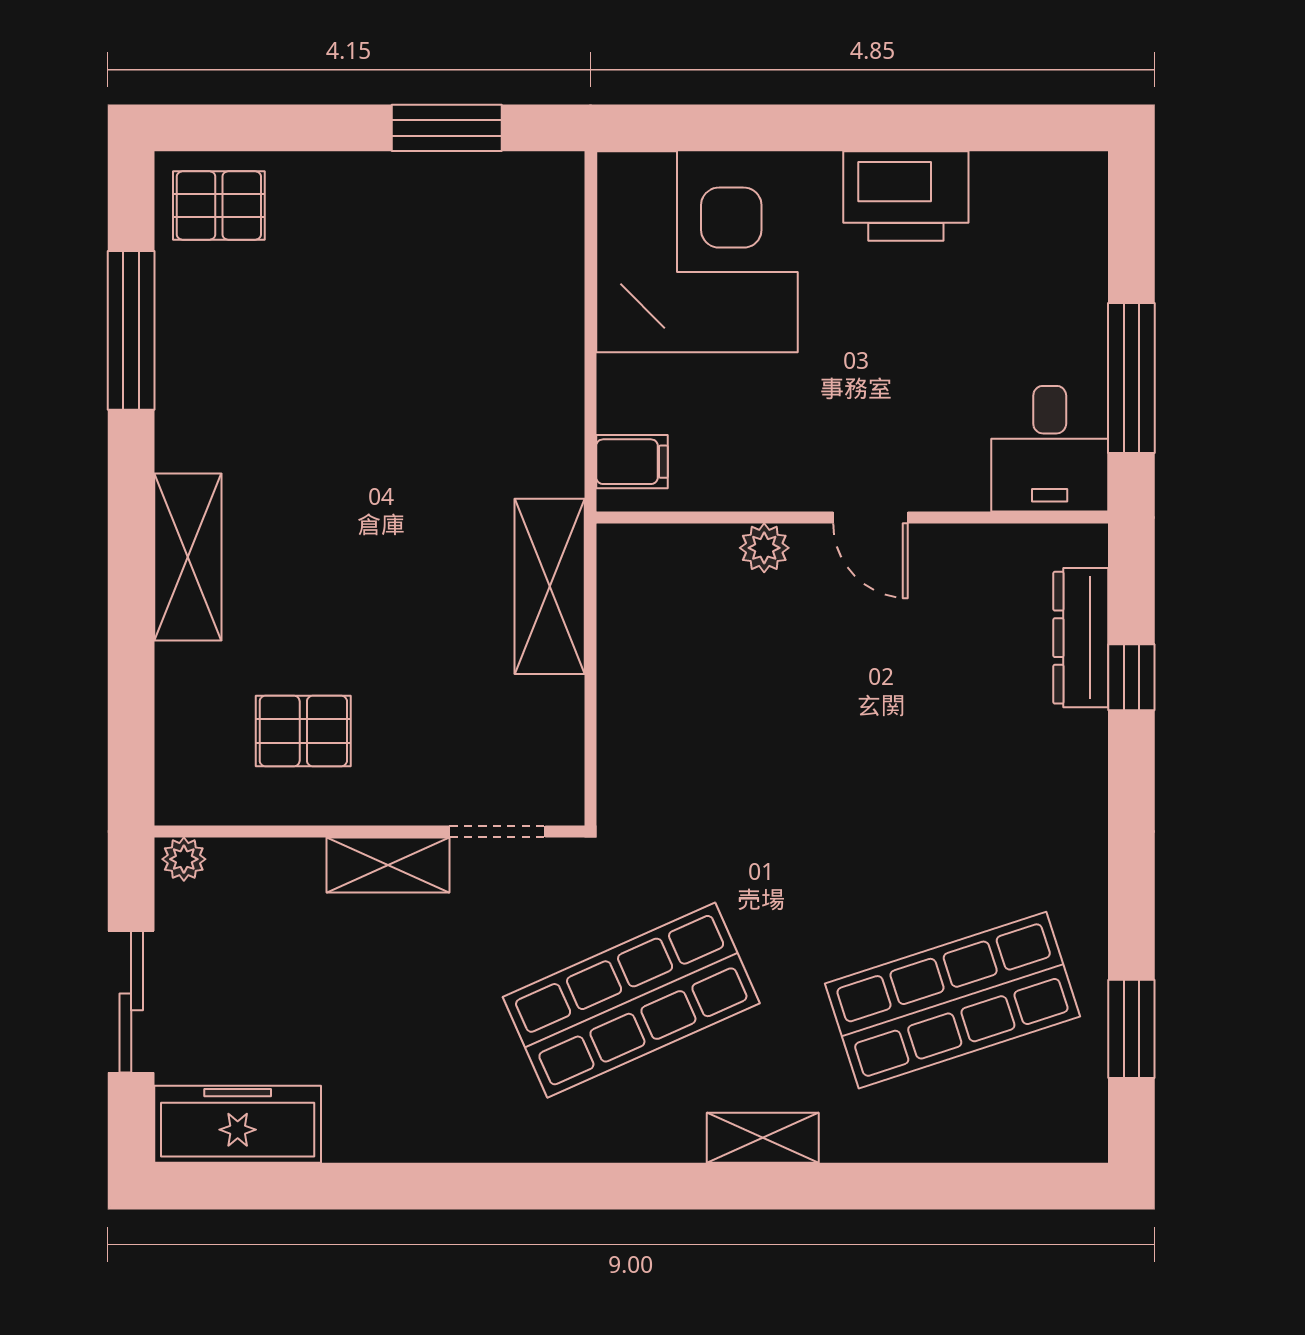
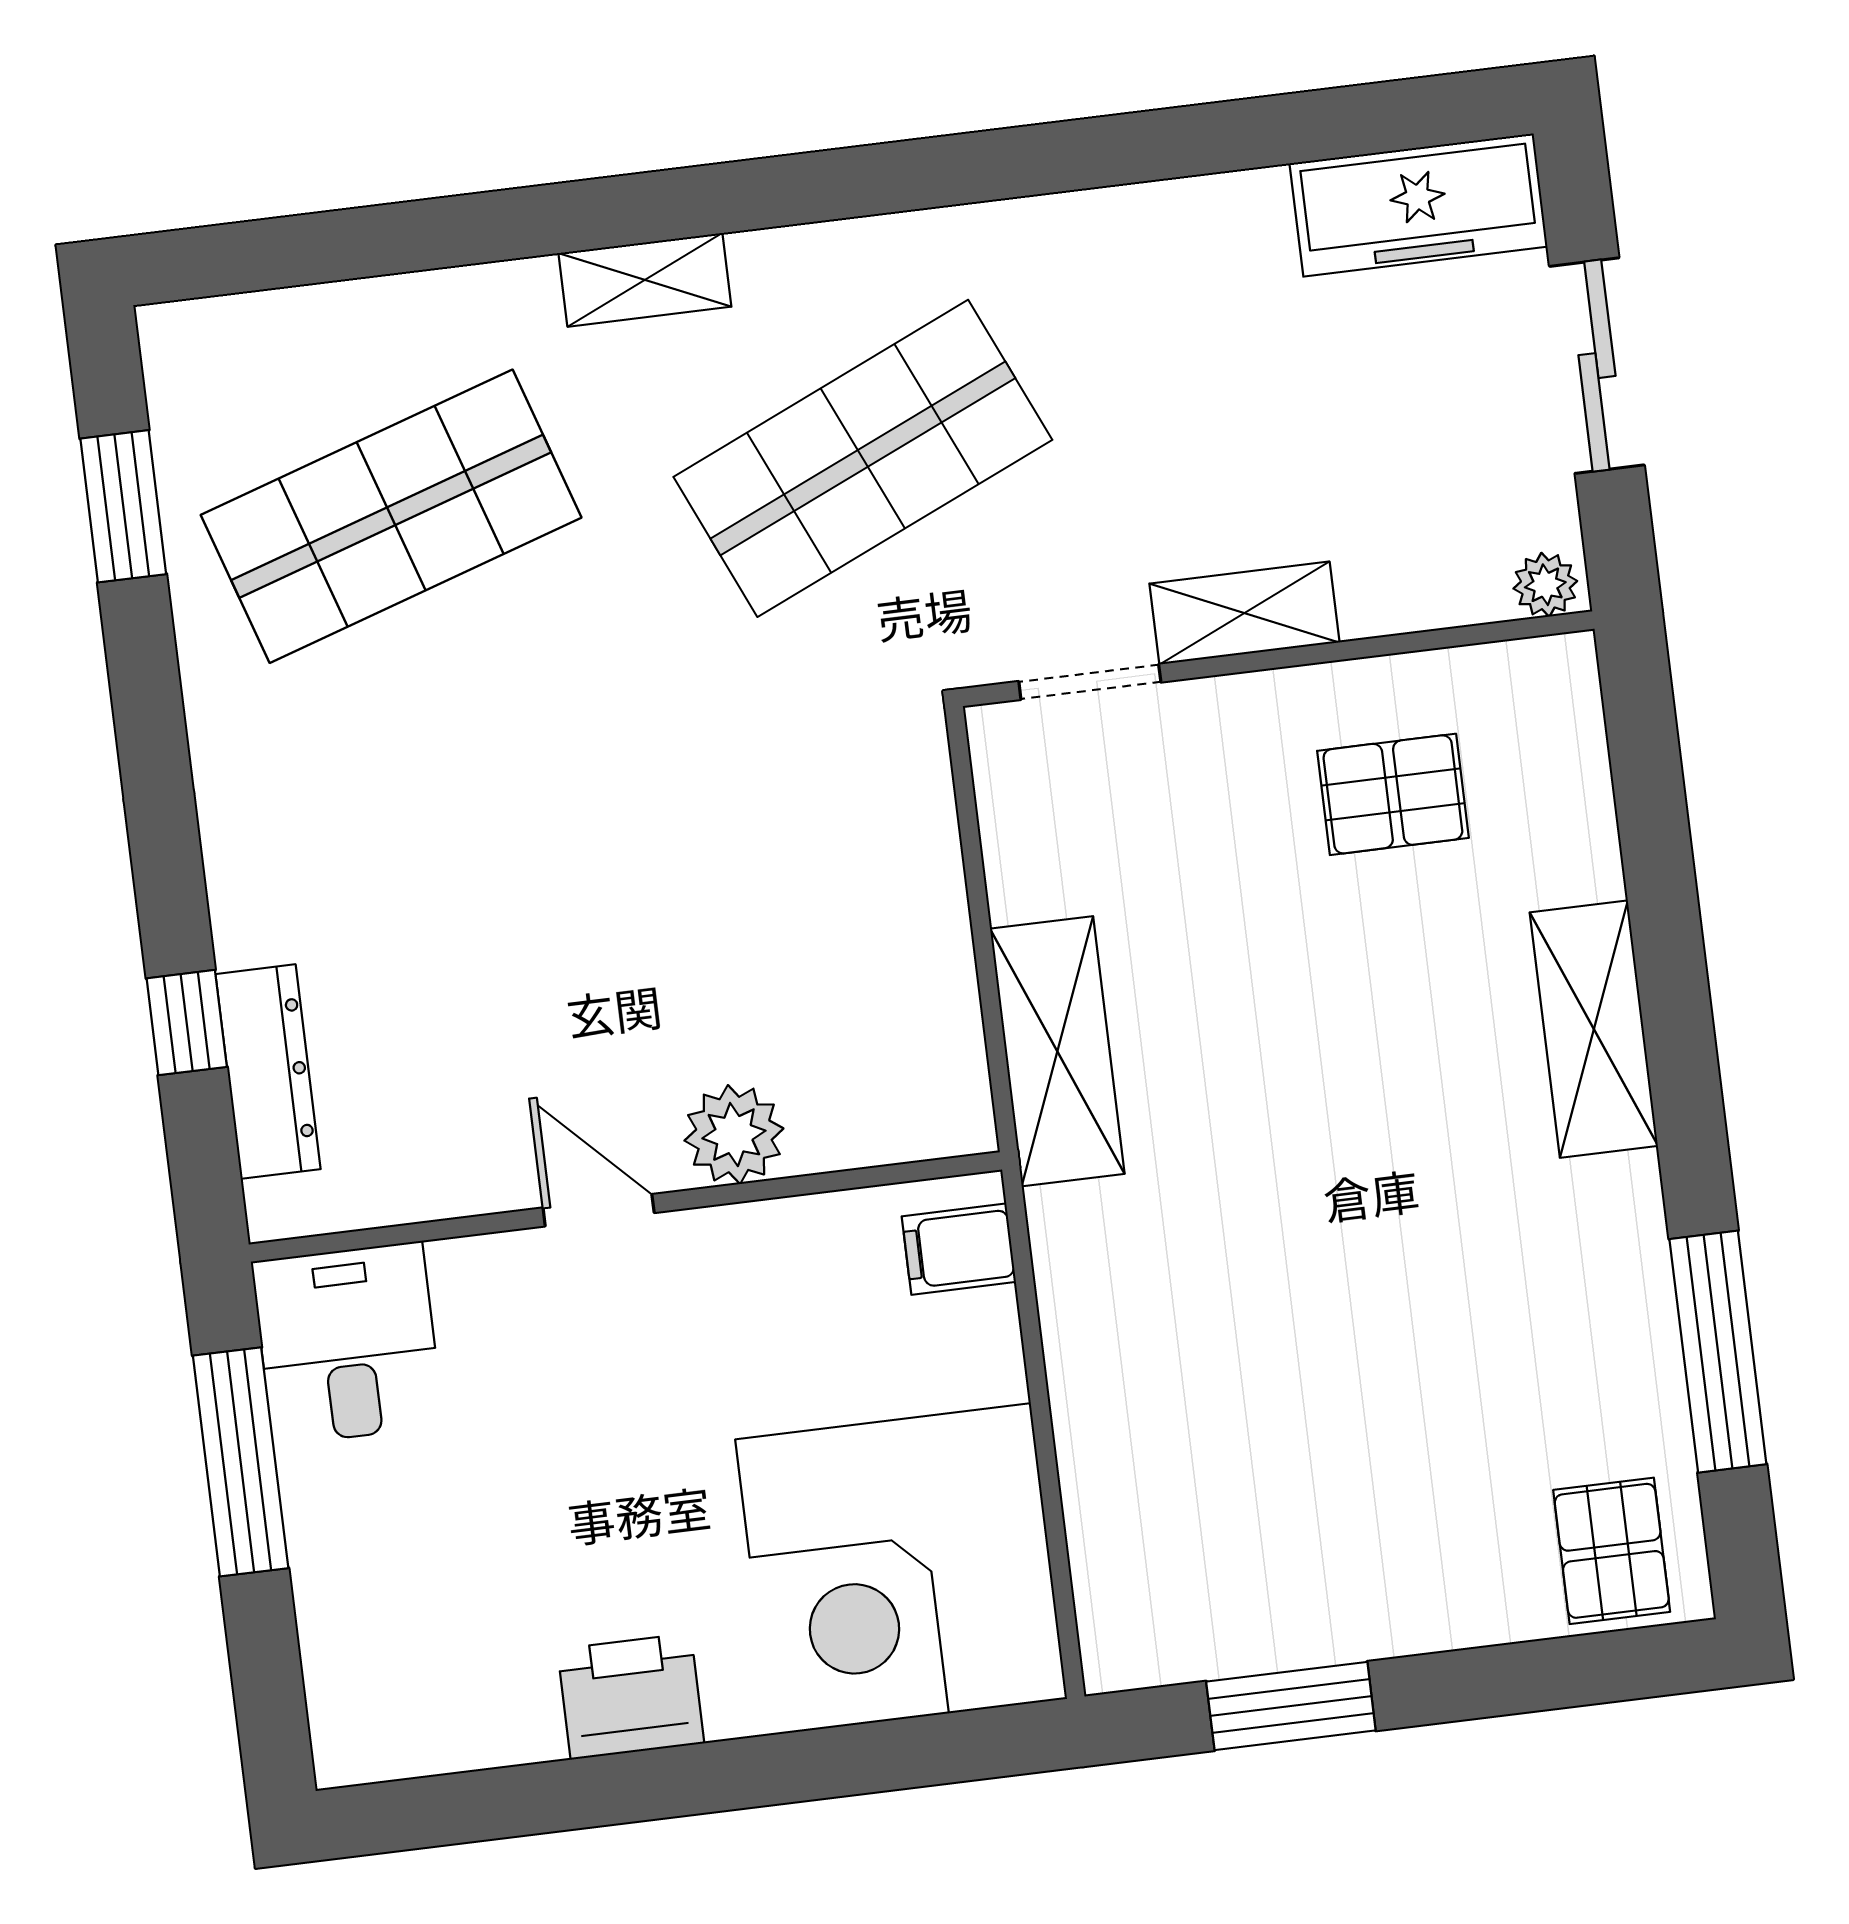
printer: (906, 196) -> (631, 1696), width x0.73, depth x0.84
pallet: (219, 205) -> (1612, 1551), turned 90
plant: (764, 548) -> (734, 1135), width x1.38, depth x1.38

